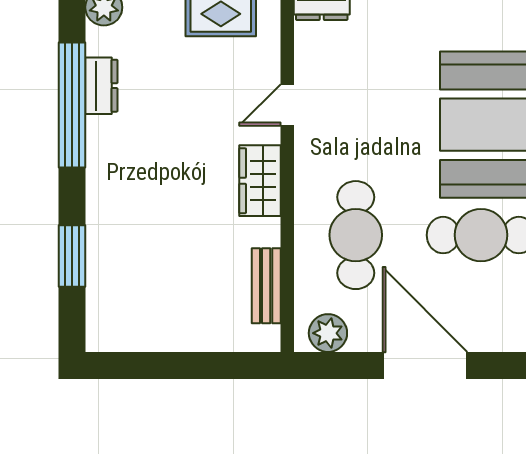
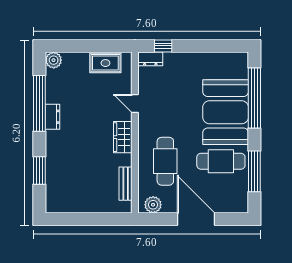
dresser: (101, 86) -> (52, 117), moved
door: (287, 105) -> (135, 104), hinge flipped

